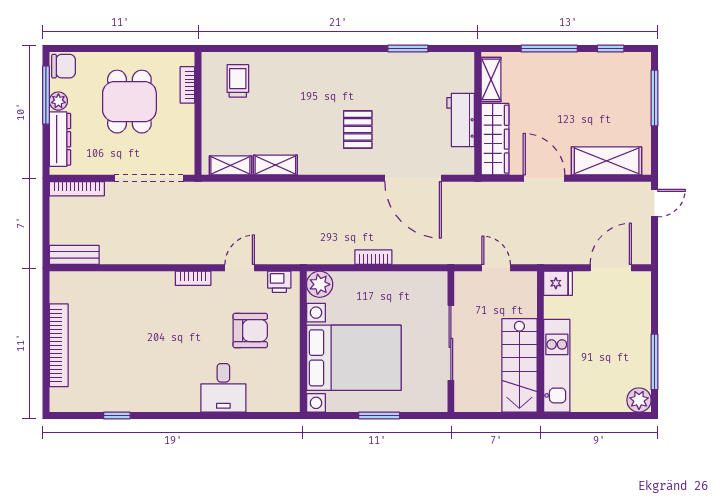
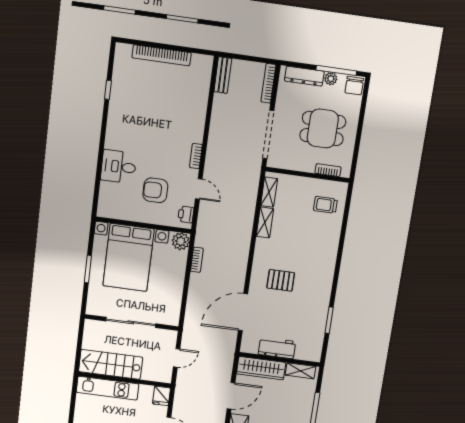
trolley: (238, 81) -> (325, 205), turned 180
bookcase: (373, 257) -> (197, 260), moved
armchair: (250, 331) -> (155, 190), turned 90

